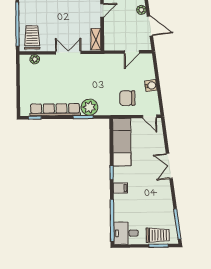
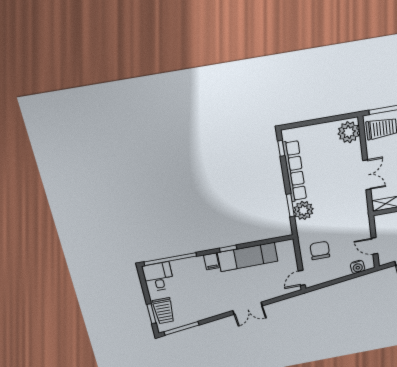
plant: (35, 59) -> (349, 132), width x1.88, depth x1.88
water cooler: (151, 86) -> (358, 267), moved
exam couch: (122, 142) -> (248, 257), moved
double door: (169, 166) -> (248, 308), swing flipped

